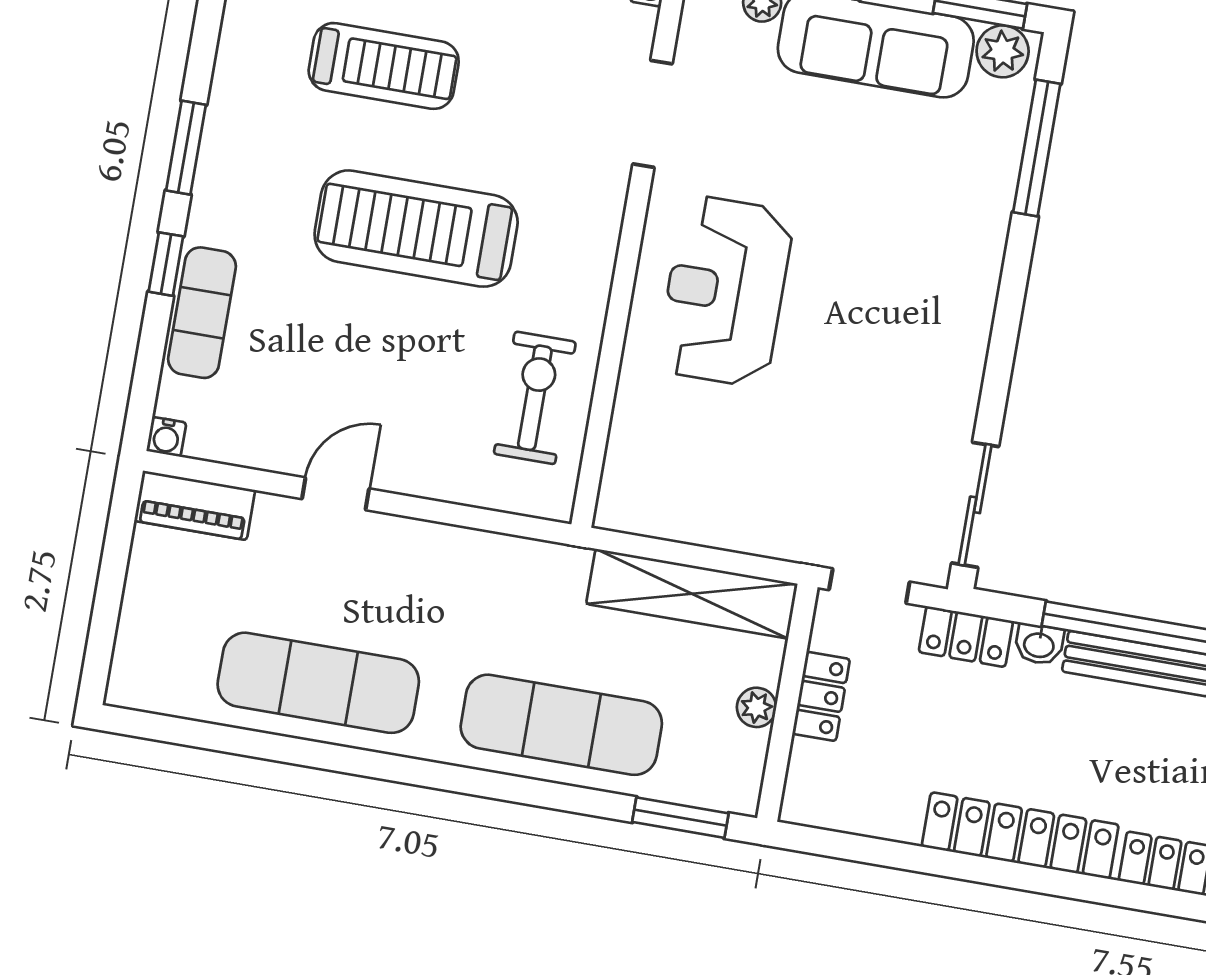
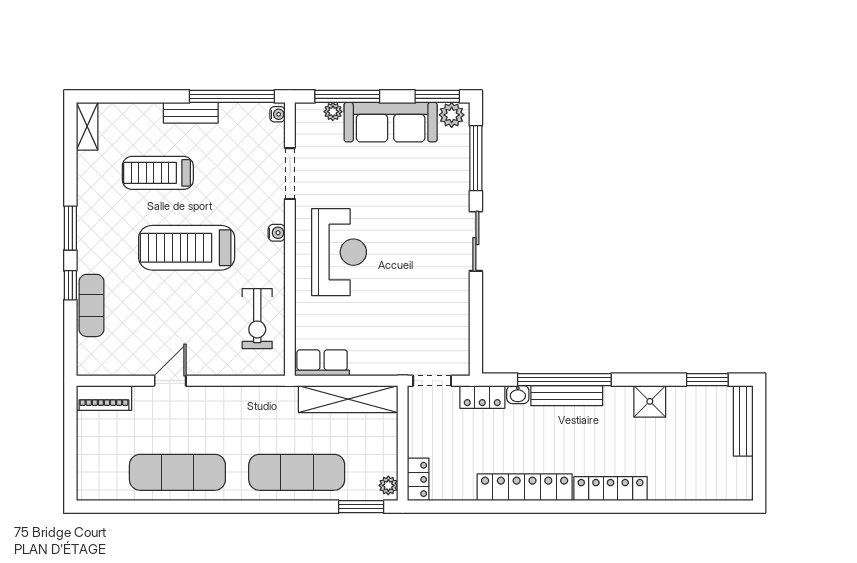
treadmill: (384, 66) -> (158, 173), turned 180
reception desk: (725, 291) -> (339, 252), turned 180
exercise bike: (535, 398) -> (257, 319), turned 180
water cooler: (166, 437) -> (277, 233), moved, turned -90
sliding door: (975, 505) -> (476, 241), moved
row of seats: (651, 511) -> (322, 363), added
locker: (821, 696) -> (418, 479), moved
plant: (757, 707) -> (388, 485), moved

